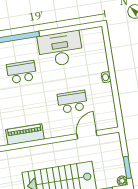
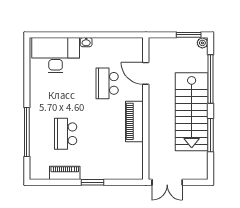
desk: (60, 49) -> (56, 55), moved, turned 90
piano: (25, 134) -> (134, 121), moved

